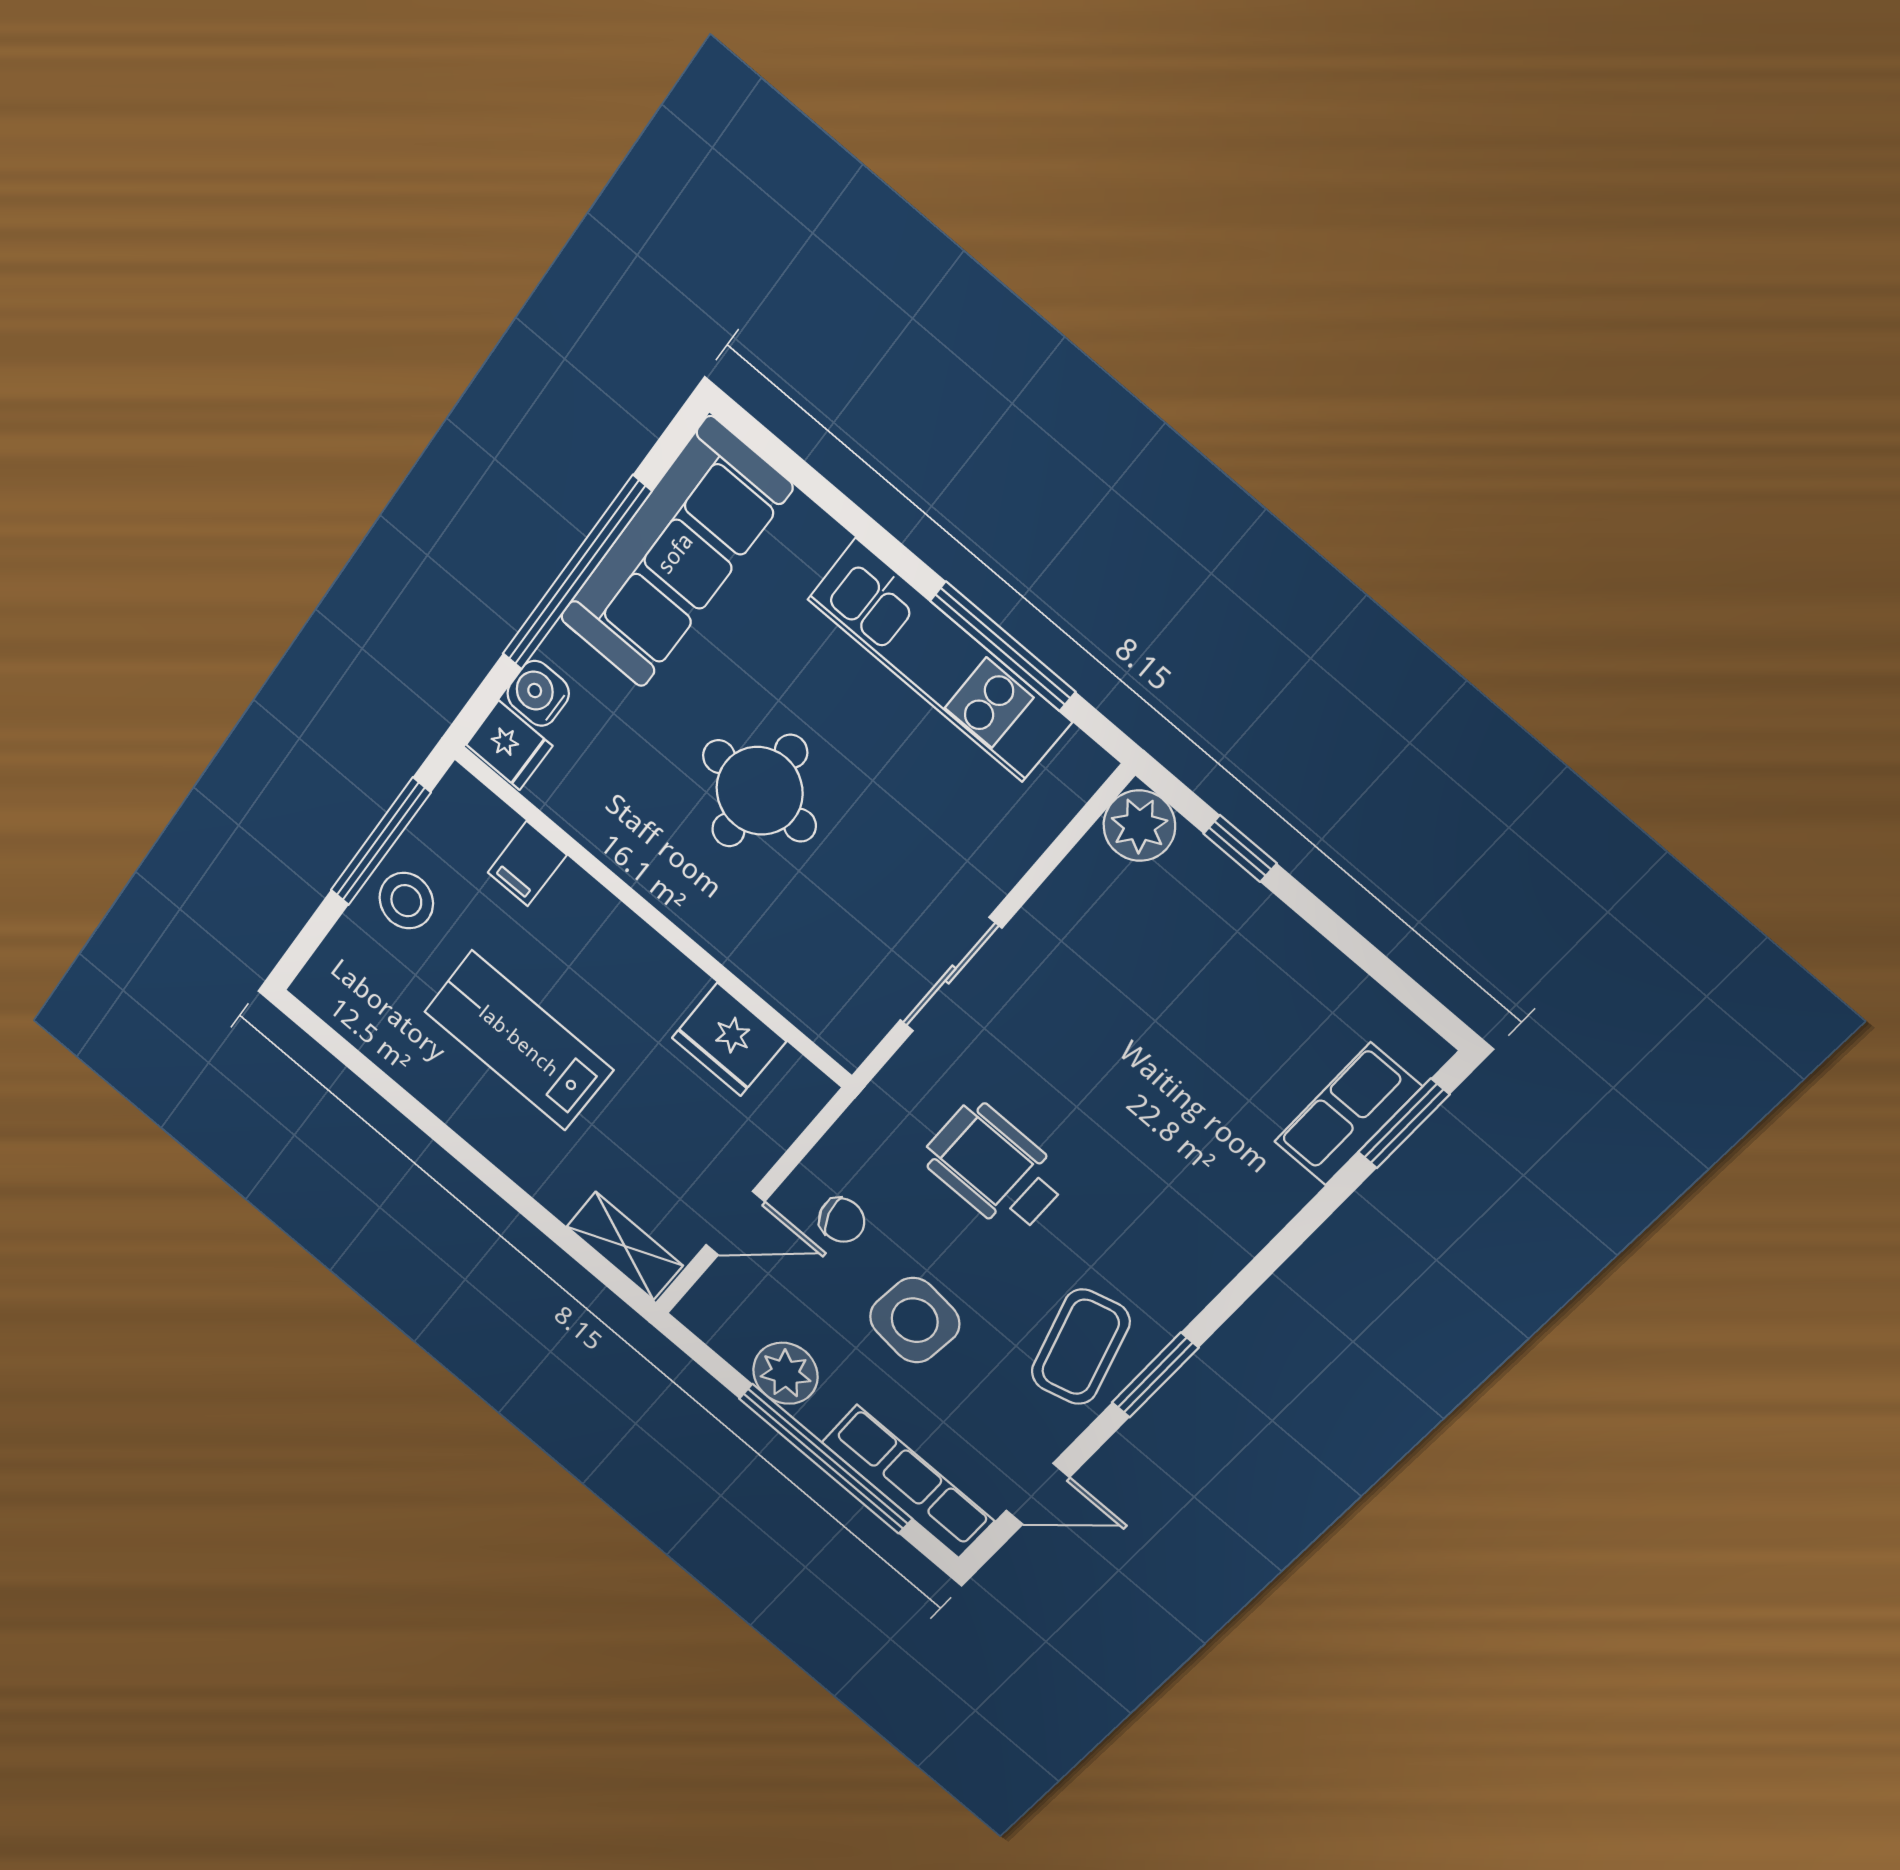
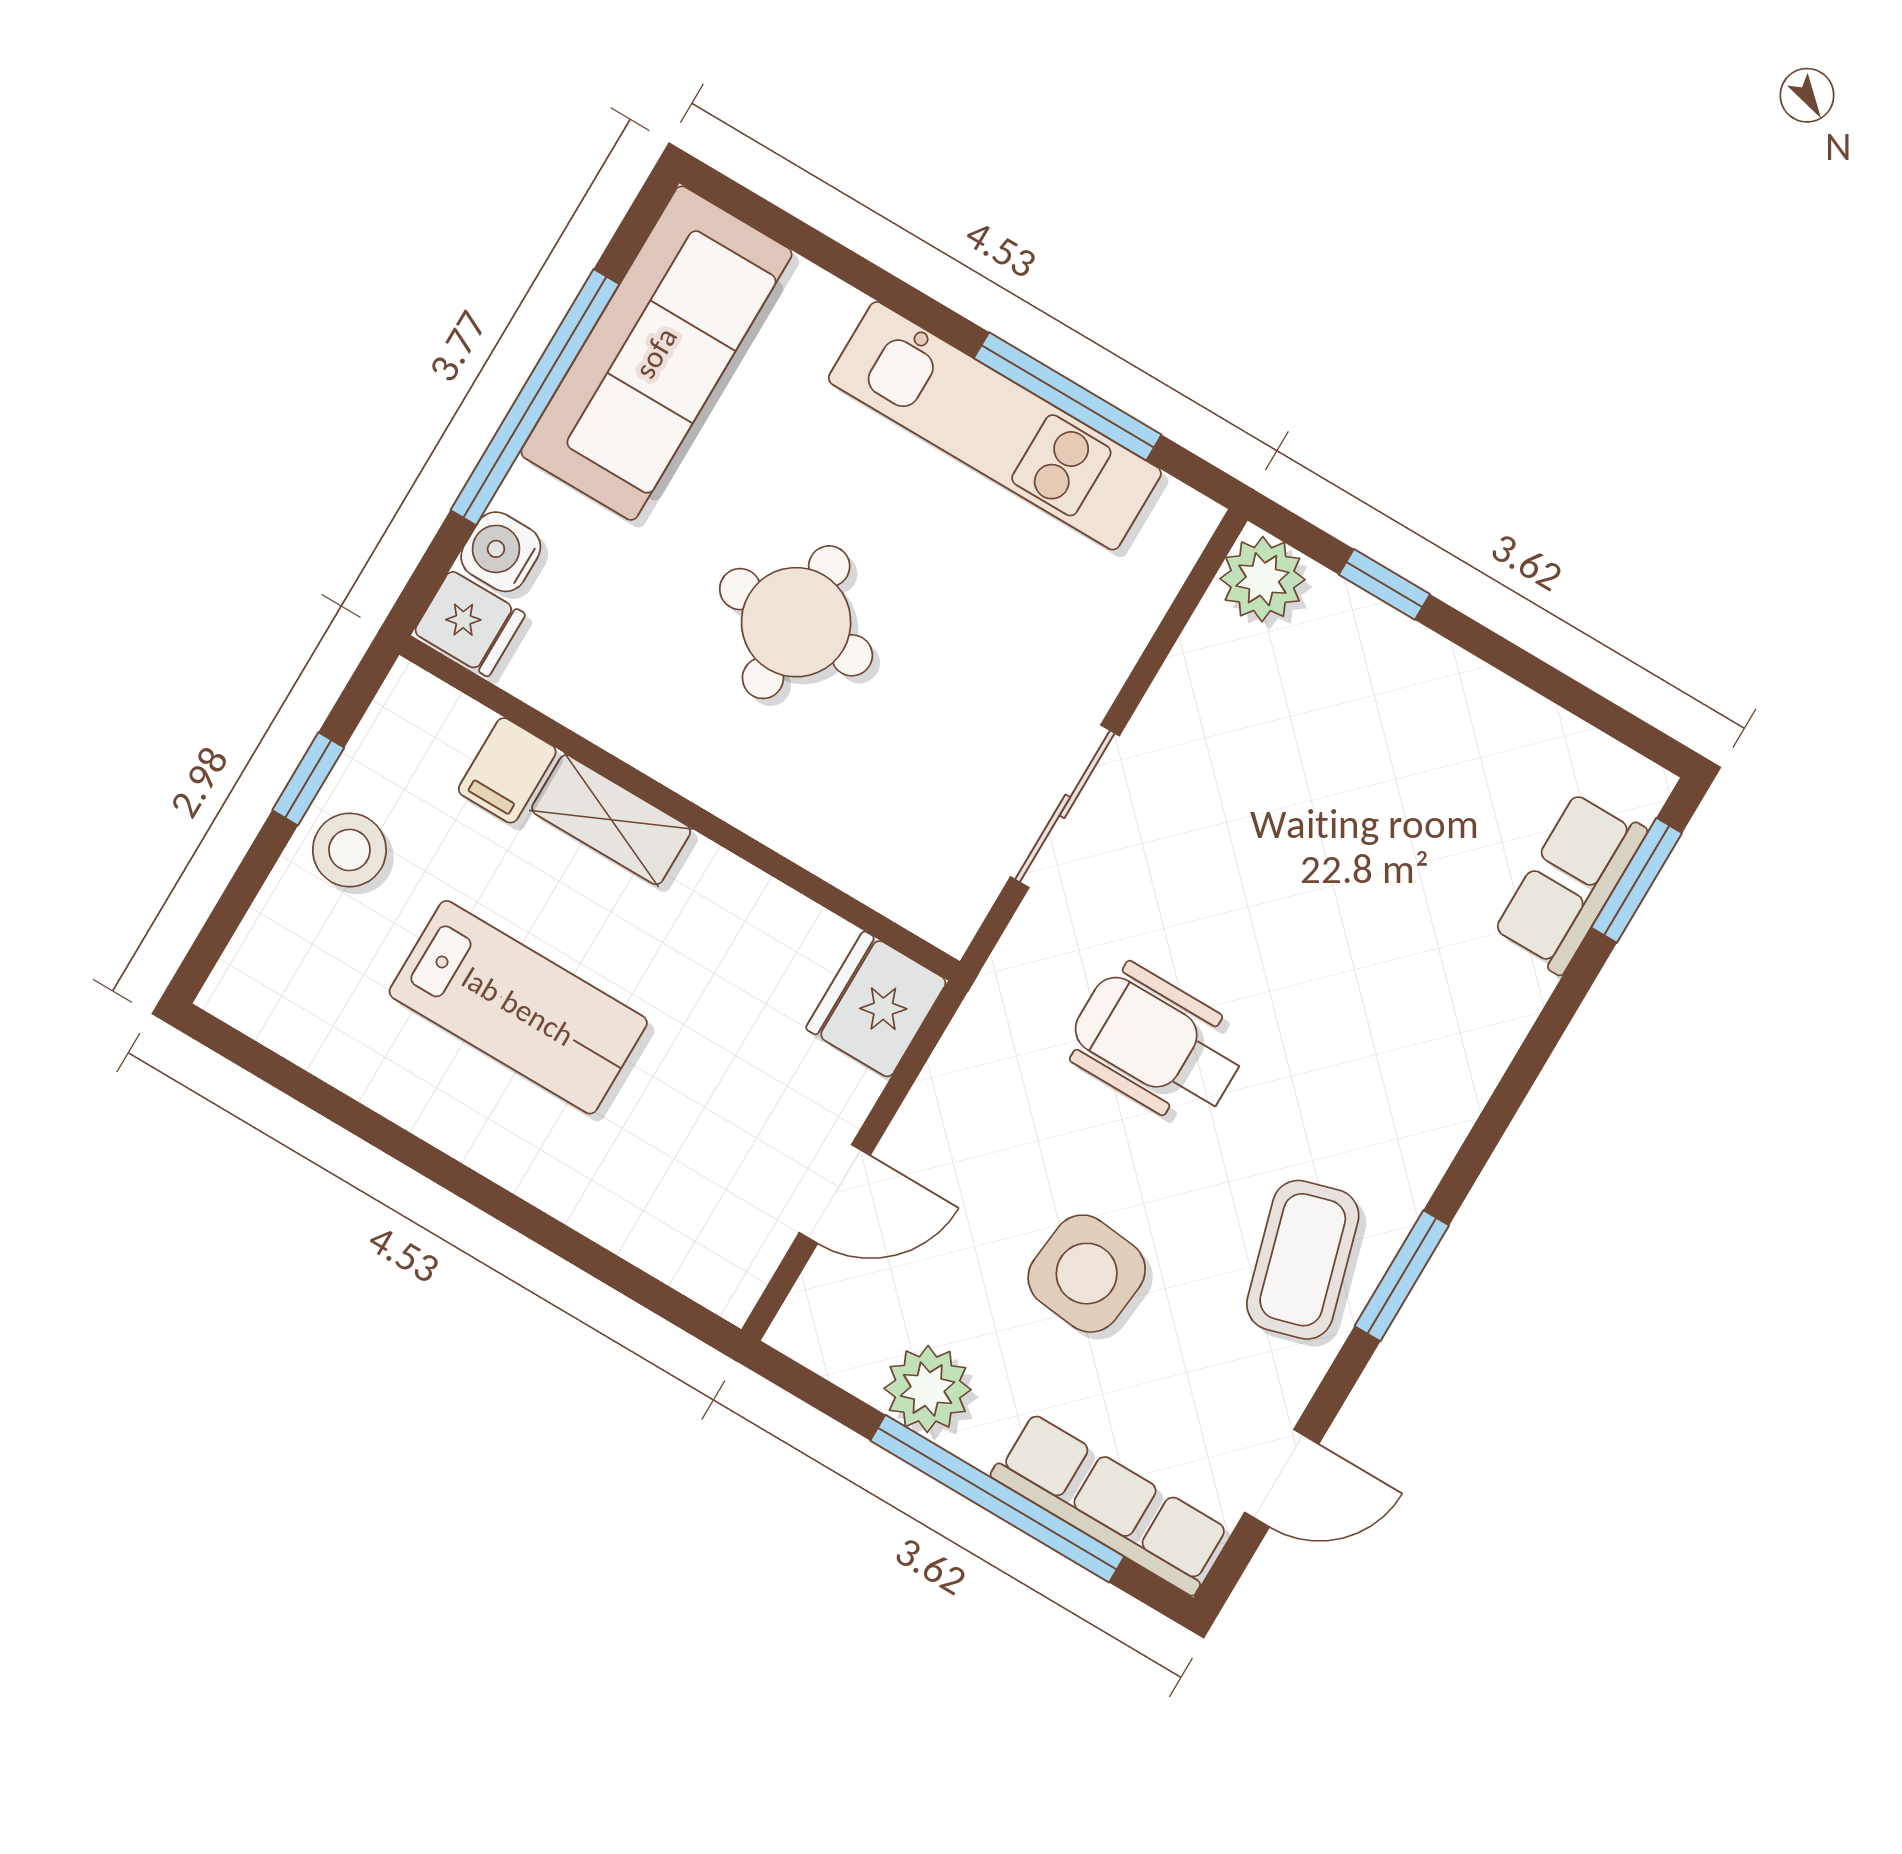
window: (380, 842) -> (308, 779), width x0.46
fridge: (729, 1040) -> (876, 1005), moved, turned 90
lab bench: (519, 1041) -> (518, 1007), turned 180
chair: (842, 1220) -> (973, 1158), removed
shelving: (625, 1246) -> (611, 820), moved

